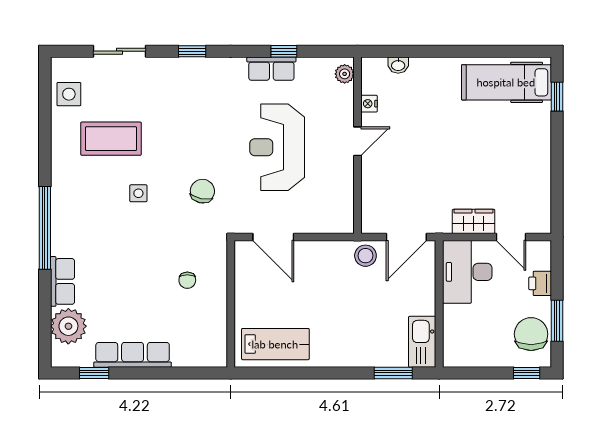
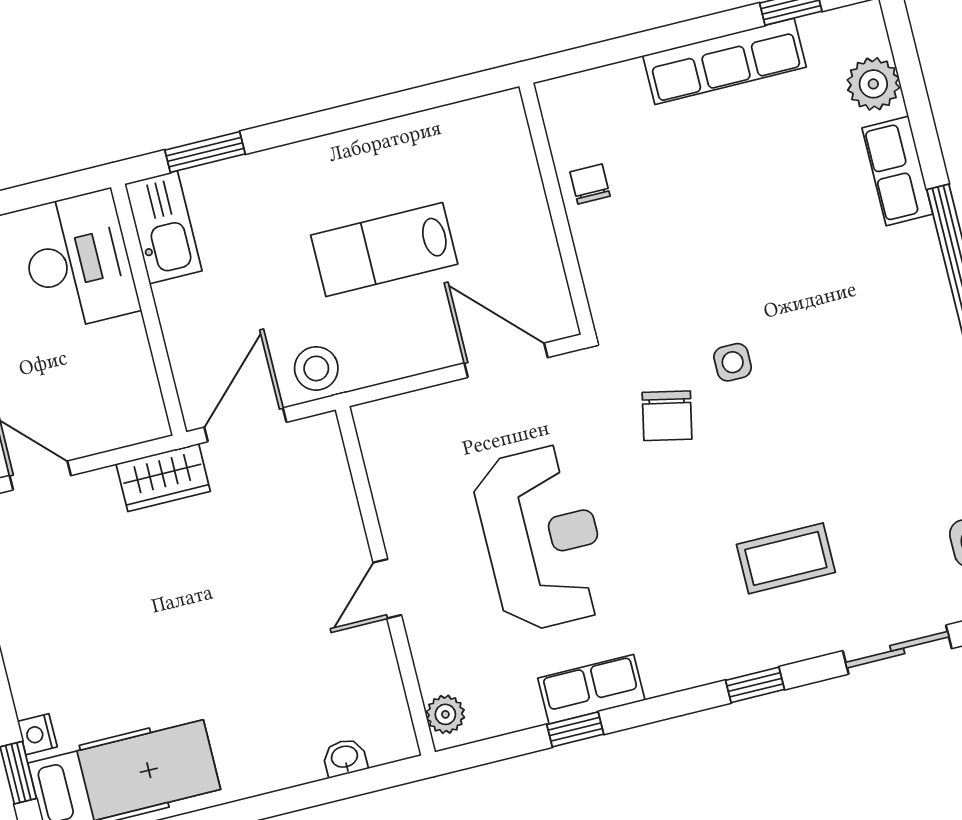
nightstand: (369, 104) -> (37, 734), moved, turned 180
coffee table: (111, 139) -> (786, 558), moved, width x0.73, depth x0.76
side table: (138, 193) -> (733, 362), moved
wardrobe: (474, 221) -> (163, 478), moved
desk: (467, 272) -> (78, 261), moved
chair: (187, 280) -> (590, 184), moved
plant: (68, 326) -> (873, 84), width x0.73, depth x0.73
lab bench: (275, 344) -> (384, 250), moved

